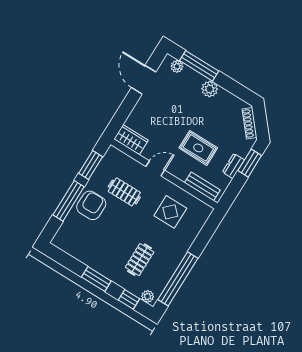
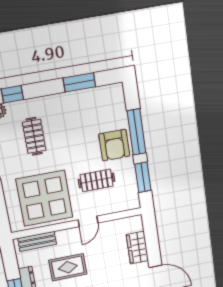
wardrobe: (131, 140) -> (137, 248), moved, turned 90
display table: (170, 212) -> (44, 198), width x1.86, depth x1.86
window: (96, 279) -> (79, 82), moved

